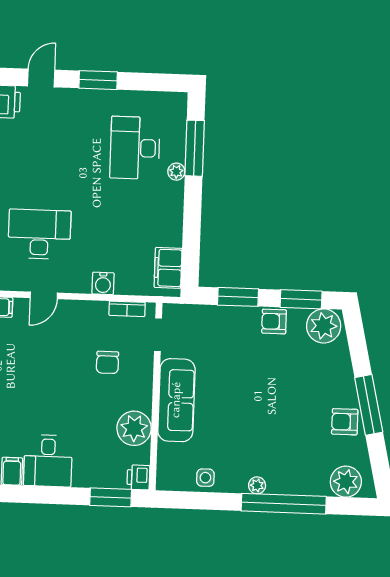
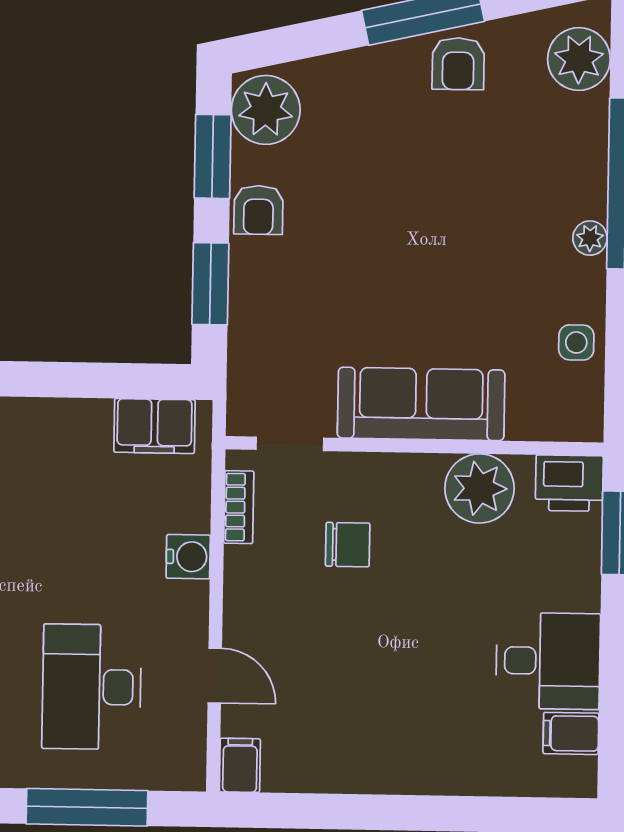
printer: (138, 477) -> (569, 483), width x1.36, depth x1.24

